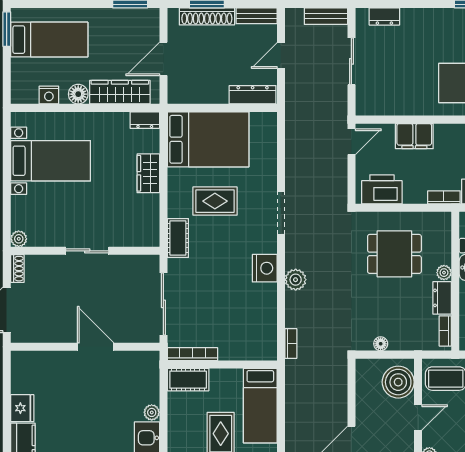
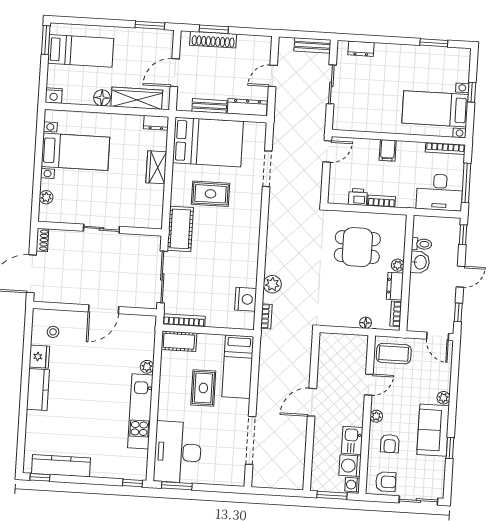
bench: (257, 16) -> (209, 106), moved
nightstand: (49, 95) -> (54, 96), moved
filing cabinet: (414, 136) -> (388, 150), width x0.50
printer: (382, 189) -> (358, 197), width x0.53, depth x0.68
bookcase: (444, 197) -> (381, 201), moved
doorway: (281, 213) -> (267, 169), moved
cot: (178, 238) -> (180, 229), width x1.37, depth x1.34
plant: (19, 239) -> (46, 197), moved
nightstand: (265, 268) -> (246, 299), moved
plant: (296, 280) -> (272, 284), moved
floor lamp: (381, 344) -> (366, 323), moved
door: (96, 347) -> (104, 309), swing flipped
stool: (37, 378) -> (53, 332), added
boiler: (398, 382) -> (354, 354), removed

